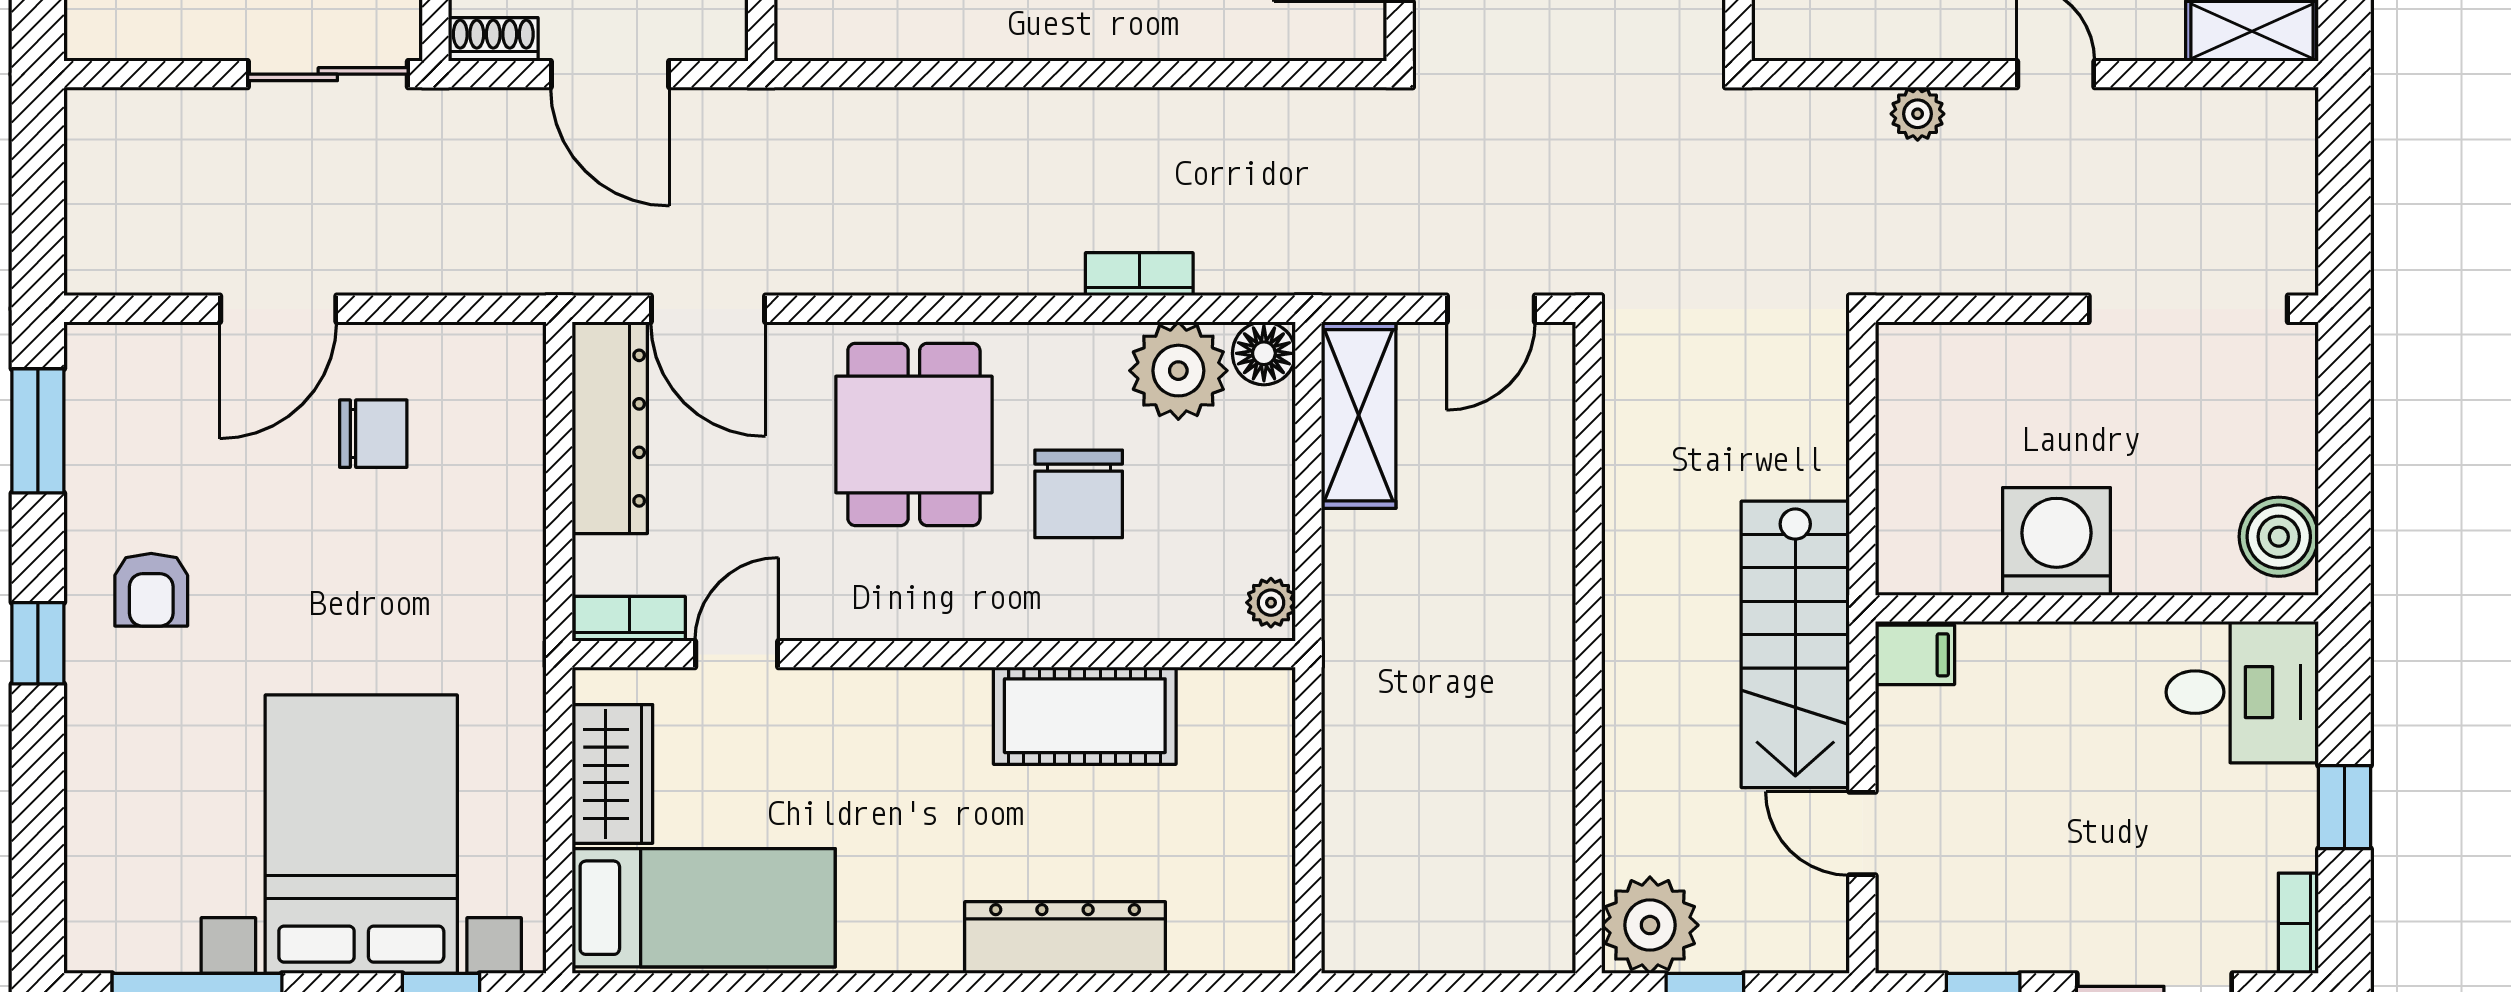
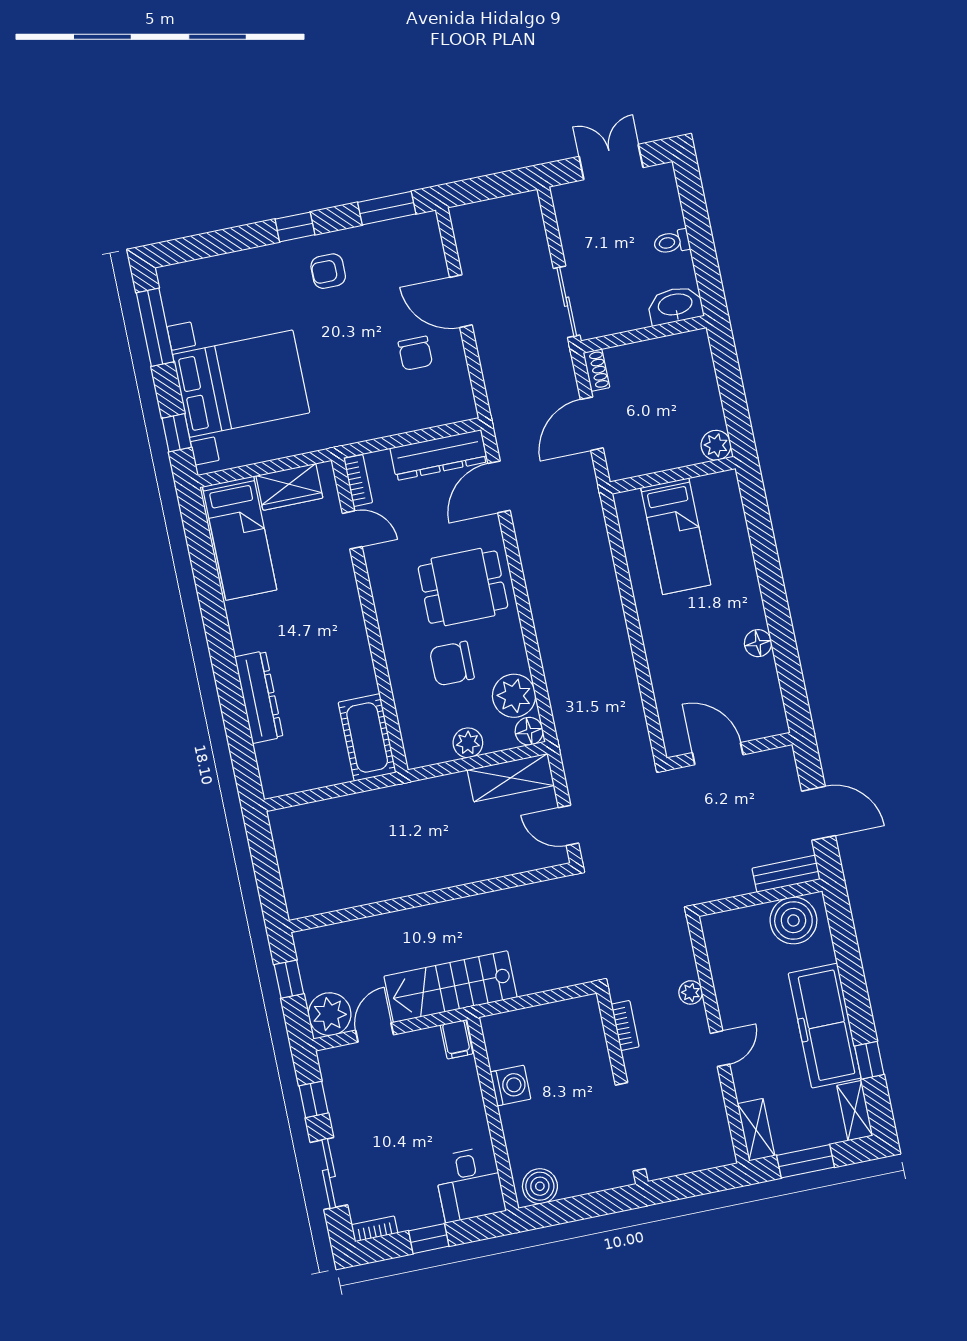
bookcase: (1139, 274) -> (625, 1026), moved
washing machine: (2057, 541) -> (510, 1086), width x0.73, depth x0.73
plant: (1271, 603) -> (468, 743), moved, width x1.38, depth x1.38
cot: (1085, 716) -> (367, 737), moved
plant: (1650, 925) -> (330, 1014), moved

